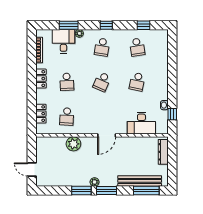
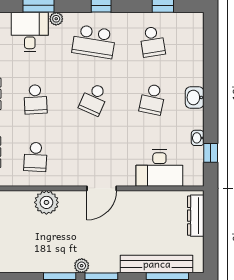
school desk: (102, 47) -> (94, 42), width x1.85
washbasin: (163, 81) -> (195, 97), added

